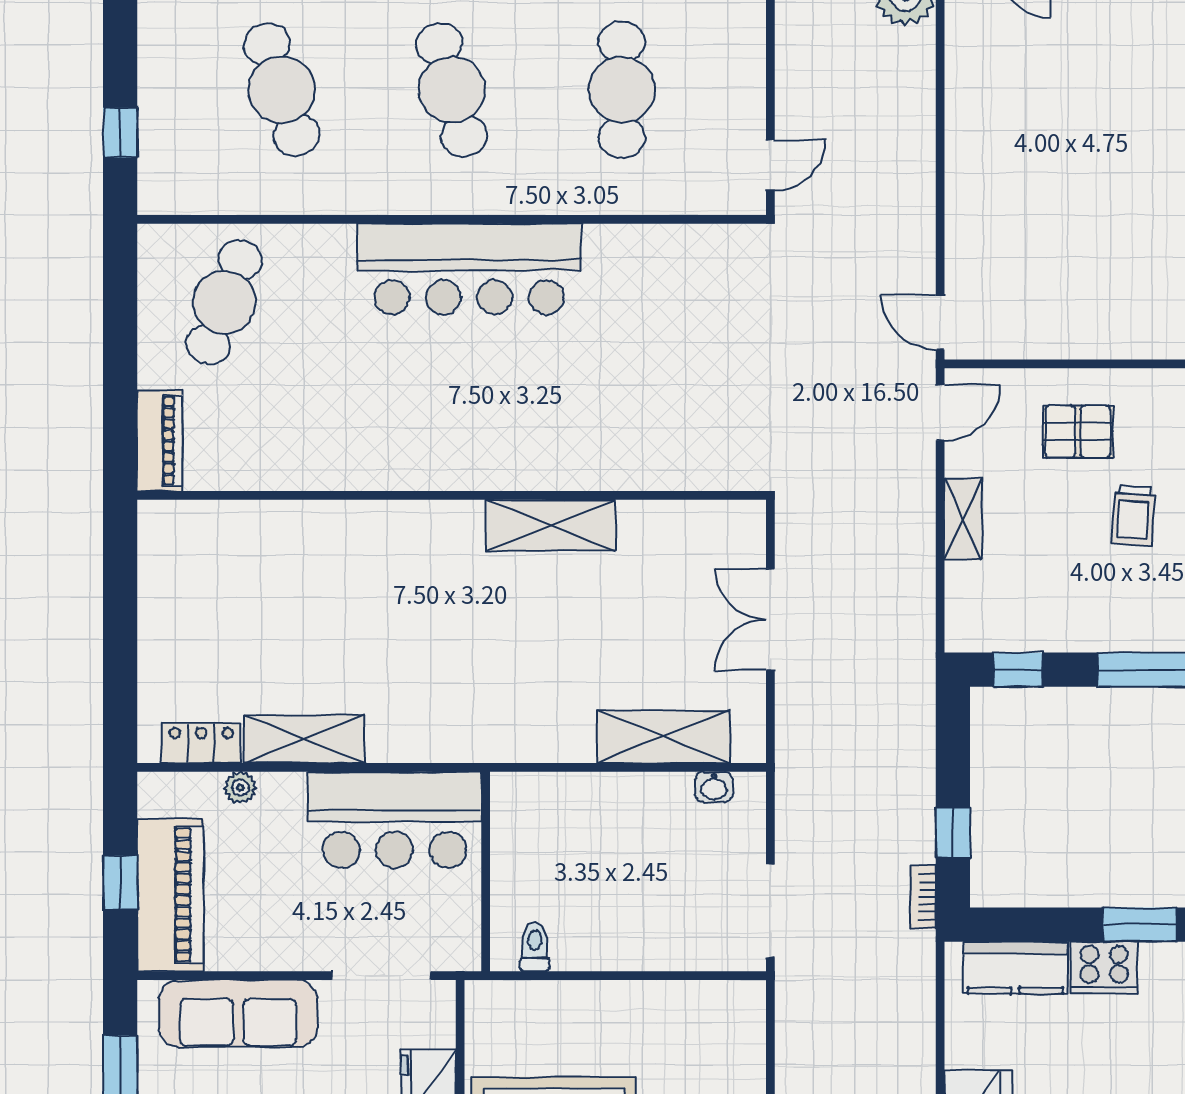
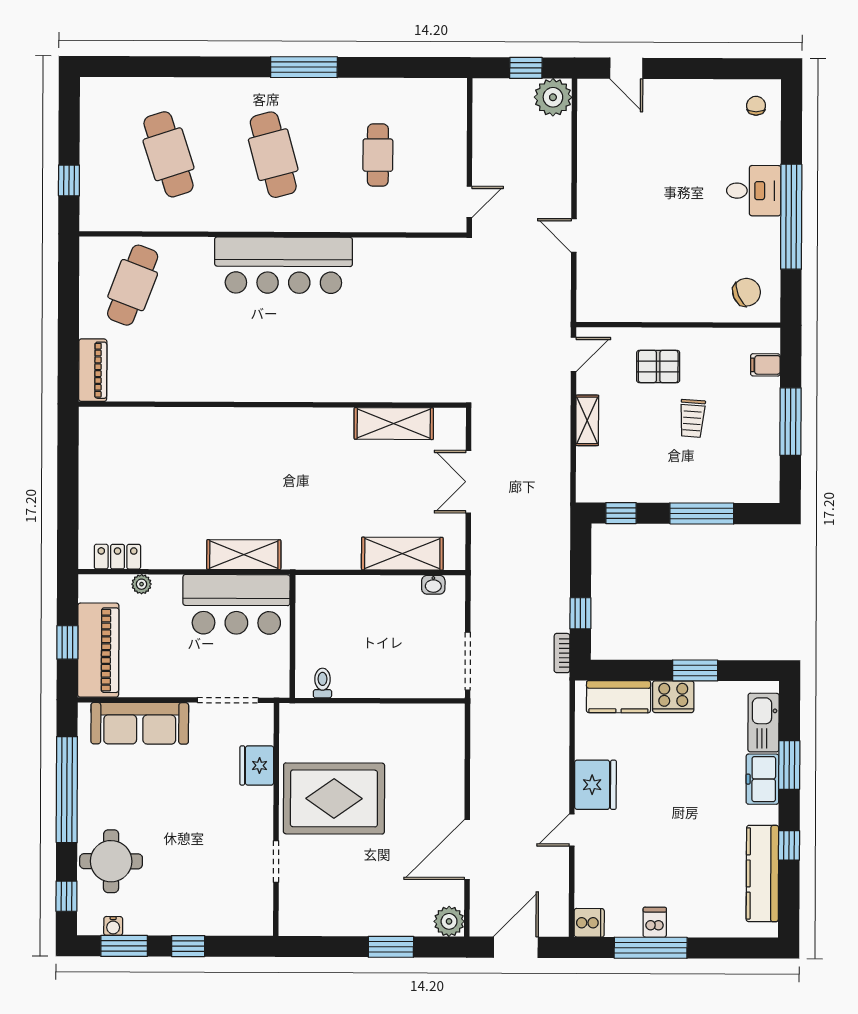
cafe table: (622, 90) -> (378, 155), width x0.73, depth x0.74
door: (940, 322) -> (574, 236), moved
shelving: (551, 525) -> (394, 424), moved
shelving: (304, 739) -> (244, 555), moved

